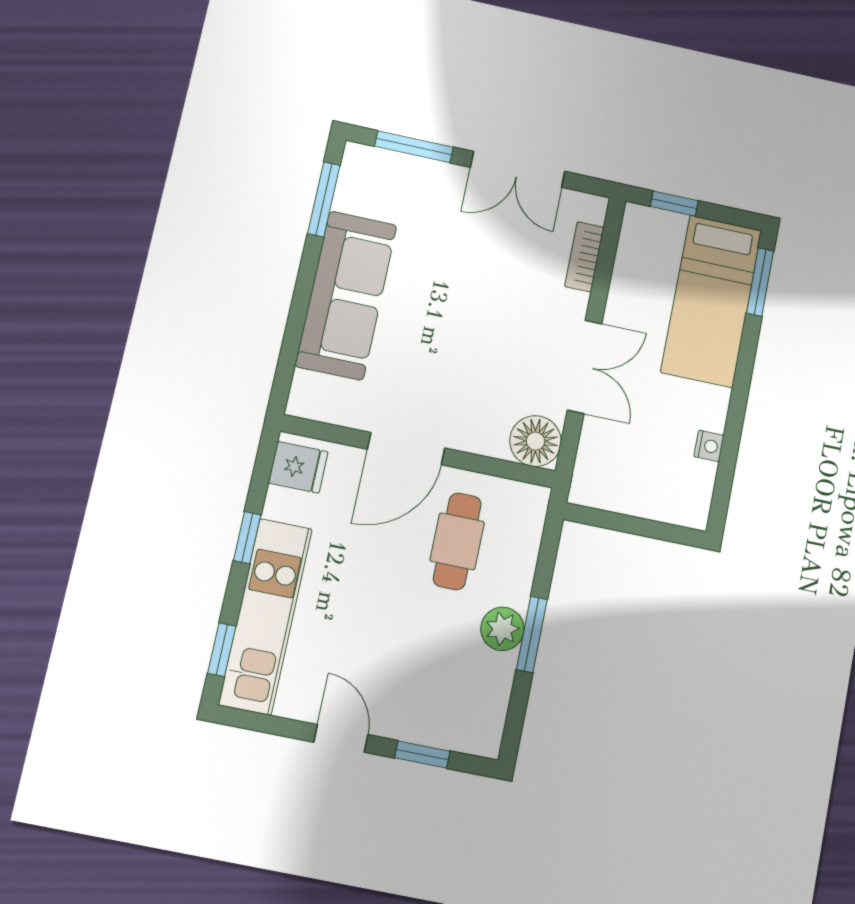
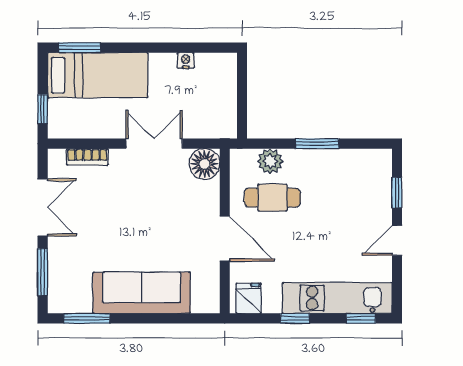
plant: (502, 629) -> (270, 161), moved

